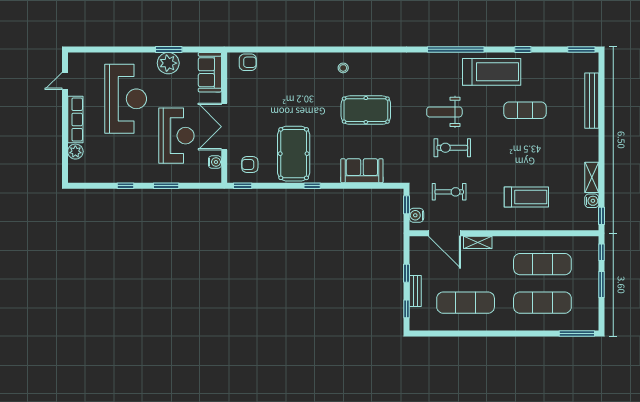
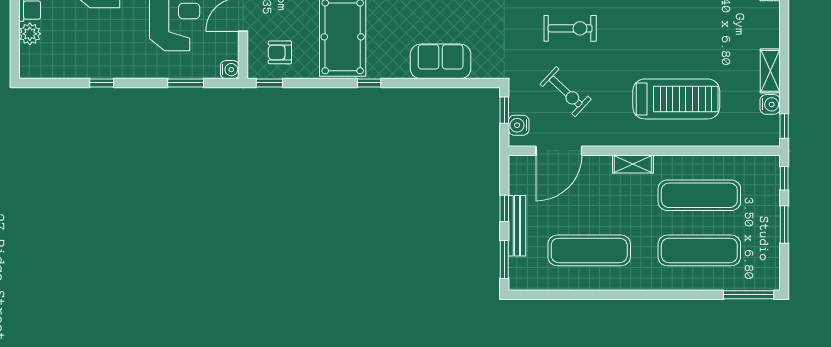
exercise bike: (452, 148) -> (570, 28), turned 180
water cooler: (215, 162) -> (230, 70), moved
window: (166, 186) -> (186, 83), moved
exercise bike: (449, 192) -> (566, 92), turned 43
treadmill: (526, 197) -> (676, 99), width x1.37, depth x1.38
door: (445, 233) -> (559, 151), hinge flipped
shelving: (478, 242) -> (633, 164), moved
bench: (415, 291) -> (517, 226), width x1.36
window: (406, 309) -> (504, 259), width x1.50

